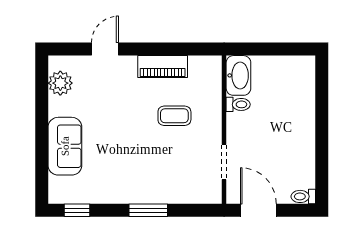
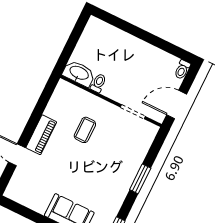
piano: (163, 67) -> (41, 135), moved
plant: (60, 83) -> (25, 196), removed

